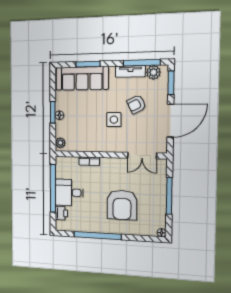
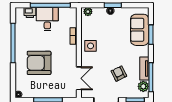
sofa: (82, 78) -> (140, 30), width x0.73
side table: (114, 120) -> (91, 46), moved
double door: (142, 156) -> (79, 78), swing flipped

